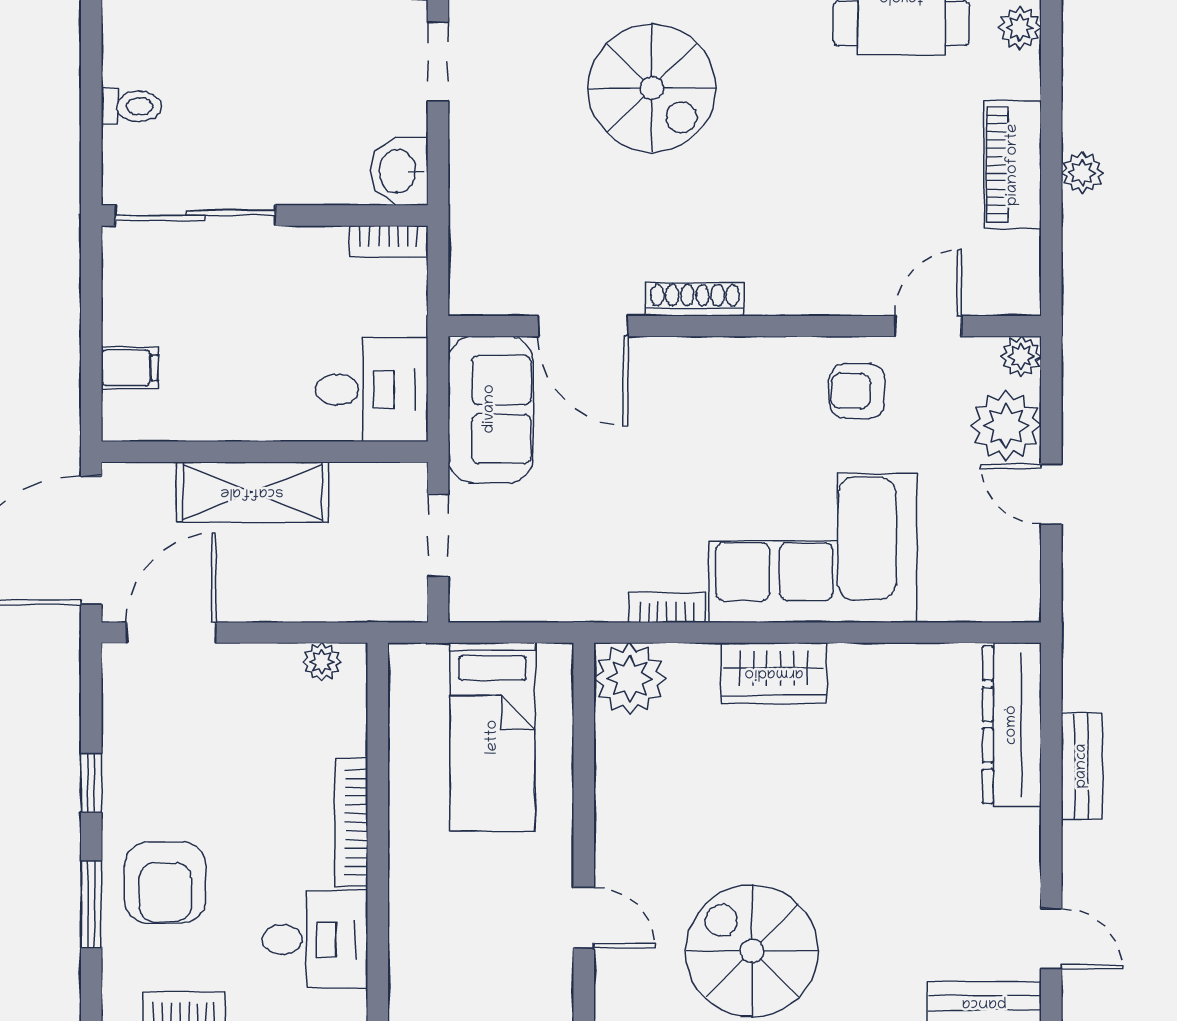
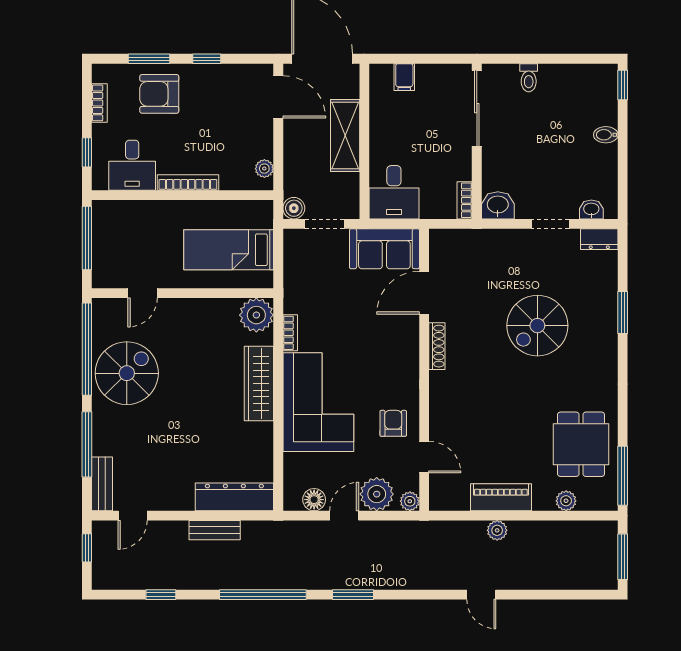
floor lamp: (1018, 557) -> (314, 500), added
boiler: (405, 600) -> (294, 208), added
wardrobe: (774, 673) -> (259, 384), width x1.50

